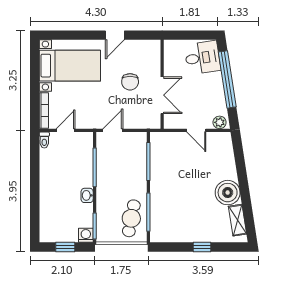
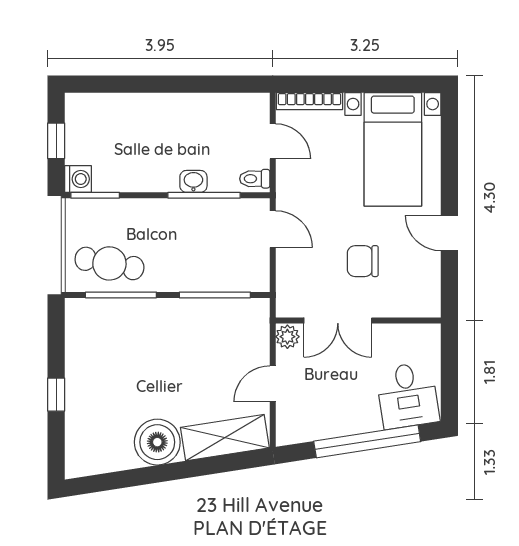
plant: (220, 122) -> (287, 337), moved
toilet: (44, 140) -> (255, 179), moved
washbasin: (87, 195) -> (193, 181), moved
shelving: (237, 220) -> (225, 438), moved, width x1.50, depth x1.33

